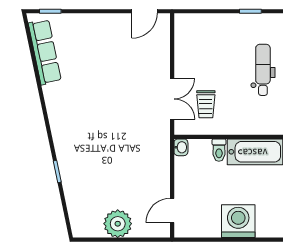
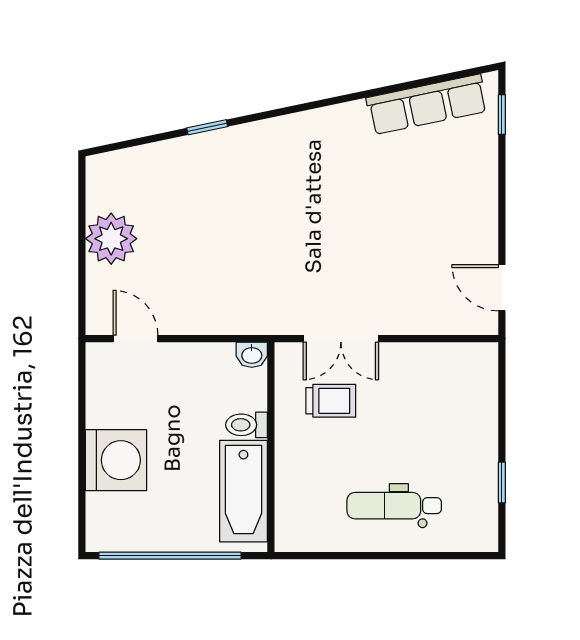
dental chair: (263, 70) -> (394, 506), turned 180
trolley: (206, 104) -> (331, 401), turned 180

